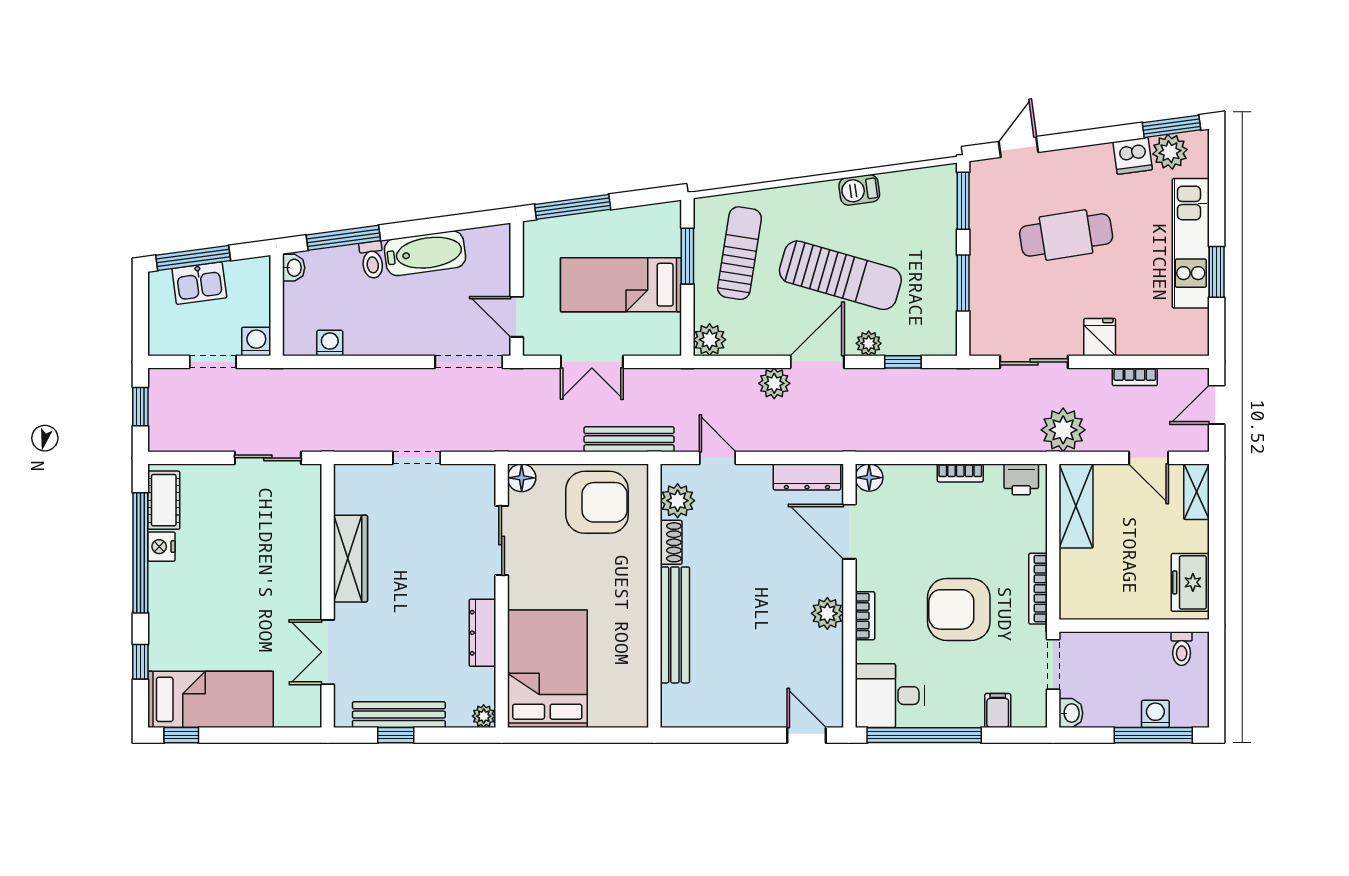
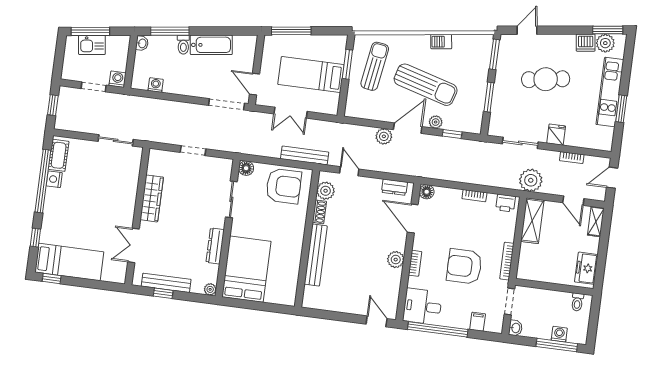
plant: (710, 340) -> (353, 109), removed
dresser: (807, 477) -> (394, 187), width x0.70

